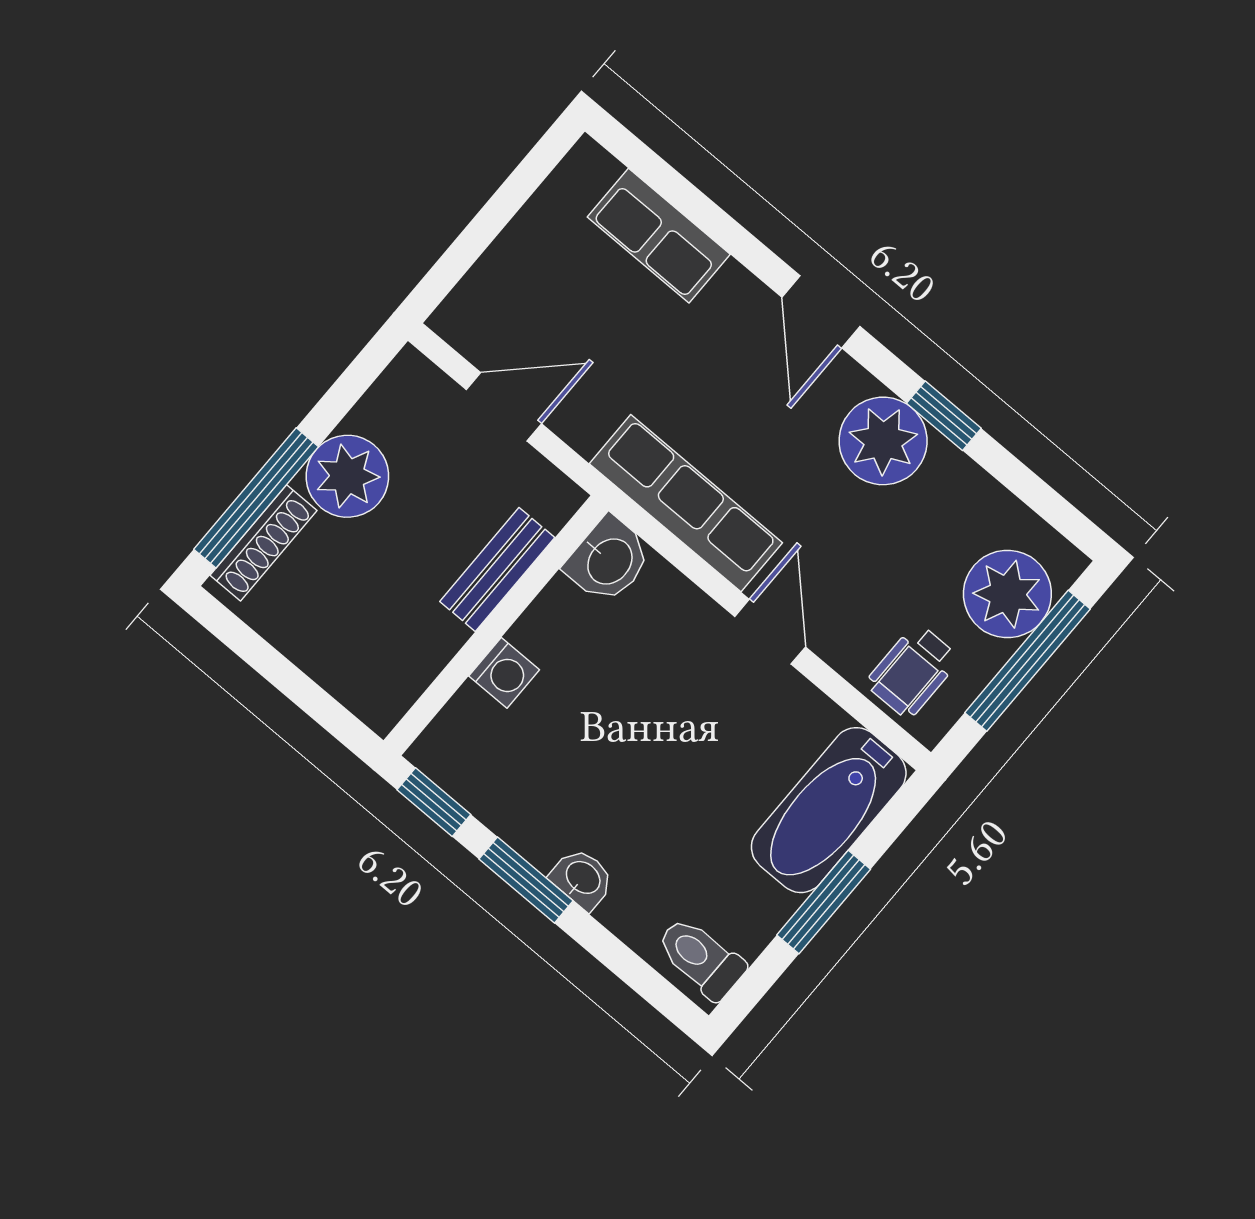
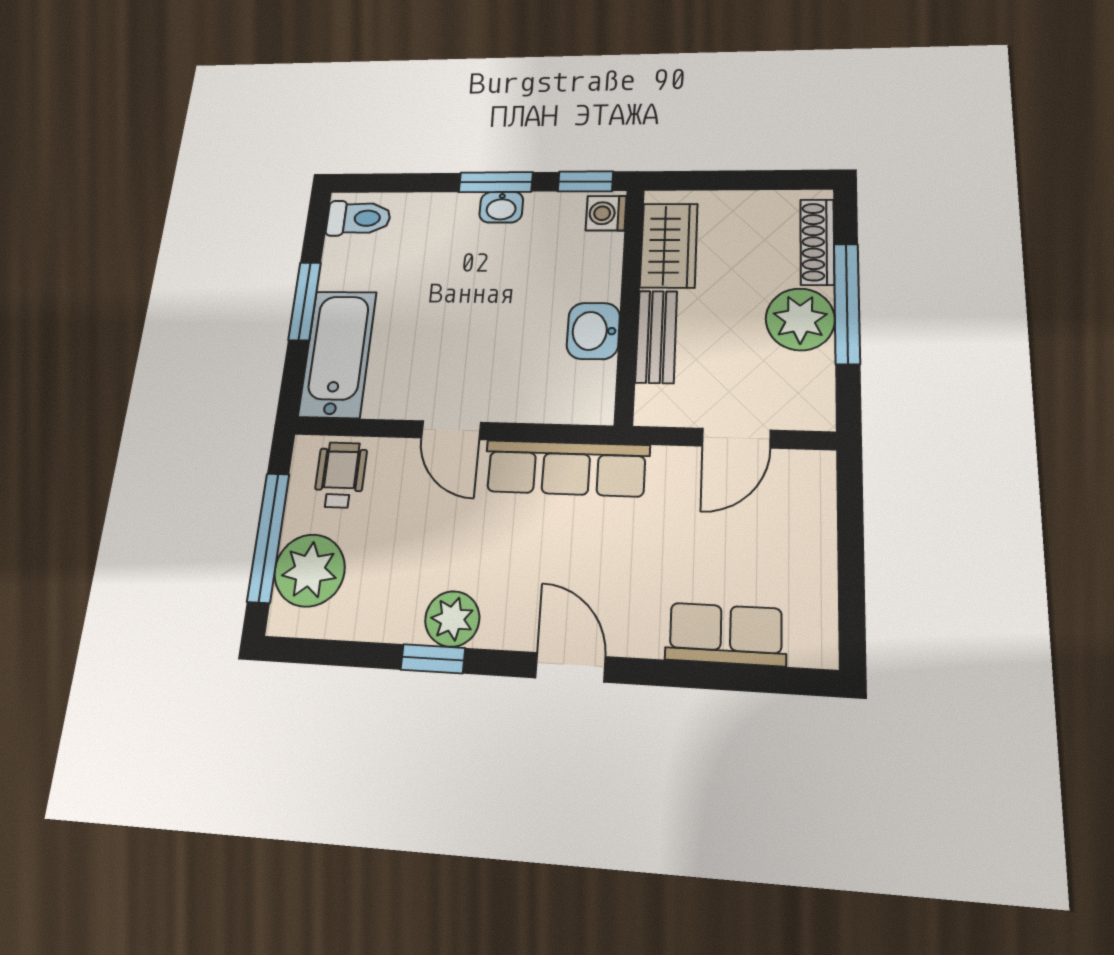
plant: (883, 441) -> (452, 619), width x0.73, depth x0.73
window: (256, 498) -> (847, 303), moved
washbasin: (608, 560) -> (593, 331), moved
wardrobe: (408, 658) -> (669, 245), added
washing machine: (504, 673) -> (606, 213), moved
washbasin: (582, 878) -> (501, 207), moved

